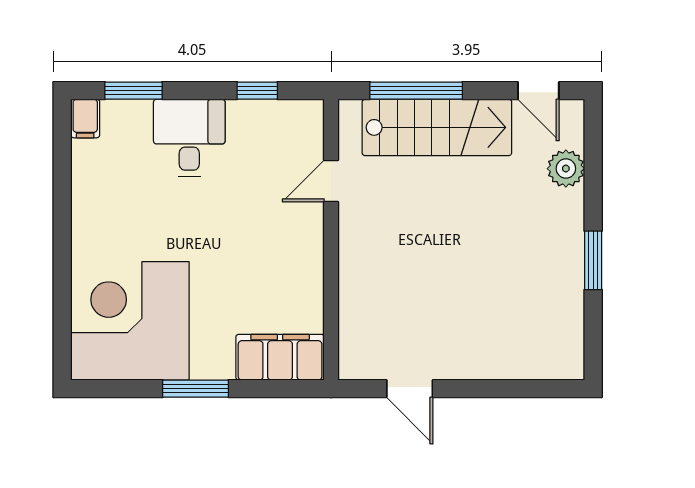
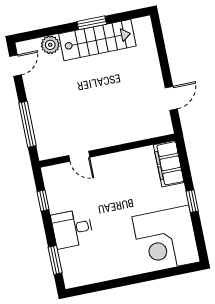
filing cabinet: (85, 118) -> (73, 280), removed
stairs: (437, 127) -> (97, 40), moved, turned 90
window: (195, 389) -> (192, 201), width x0.67

